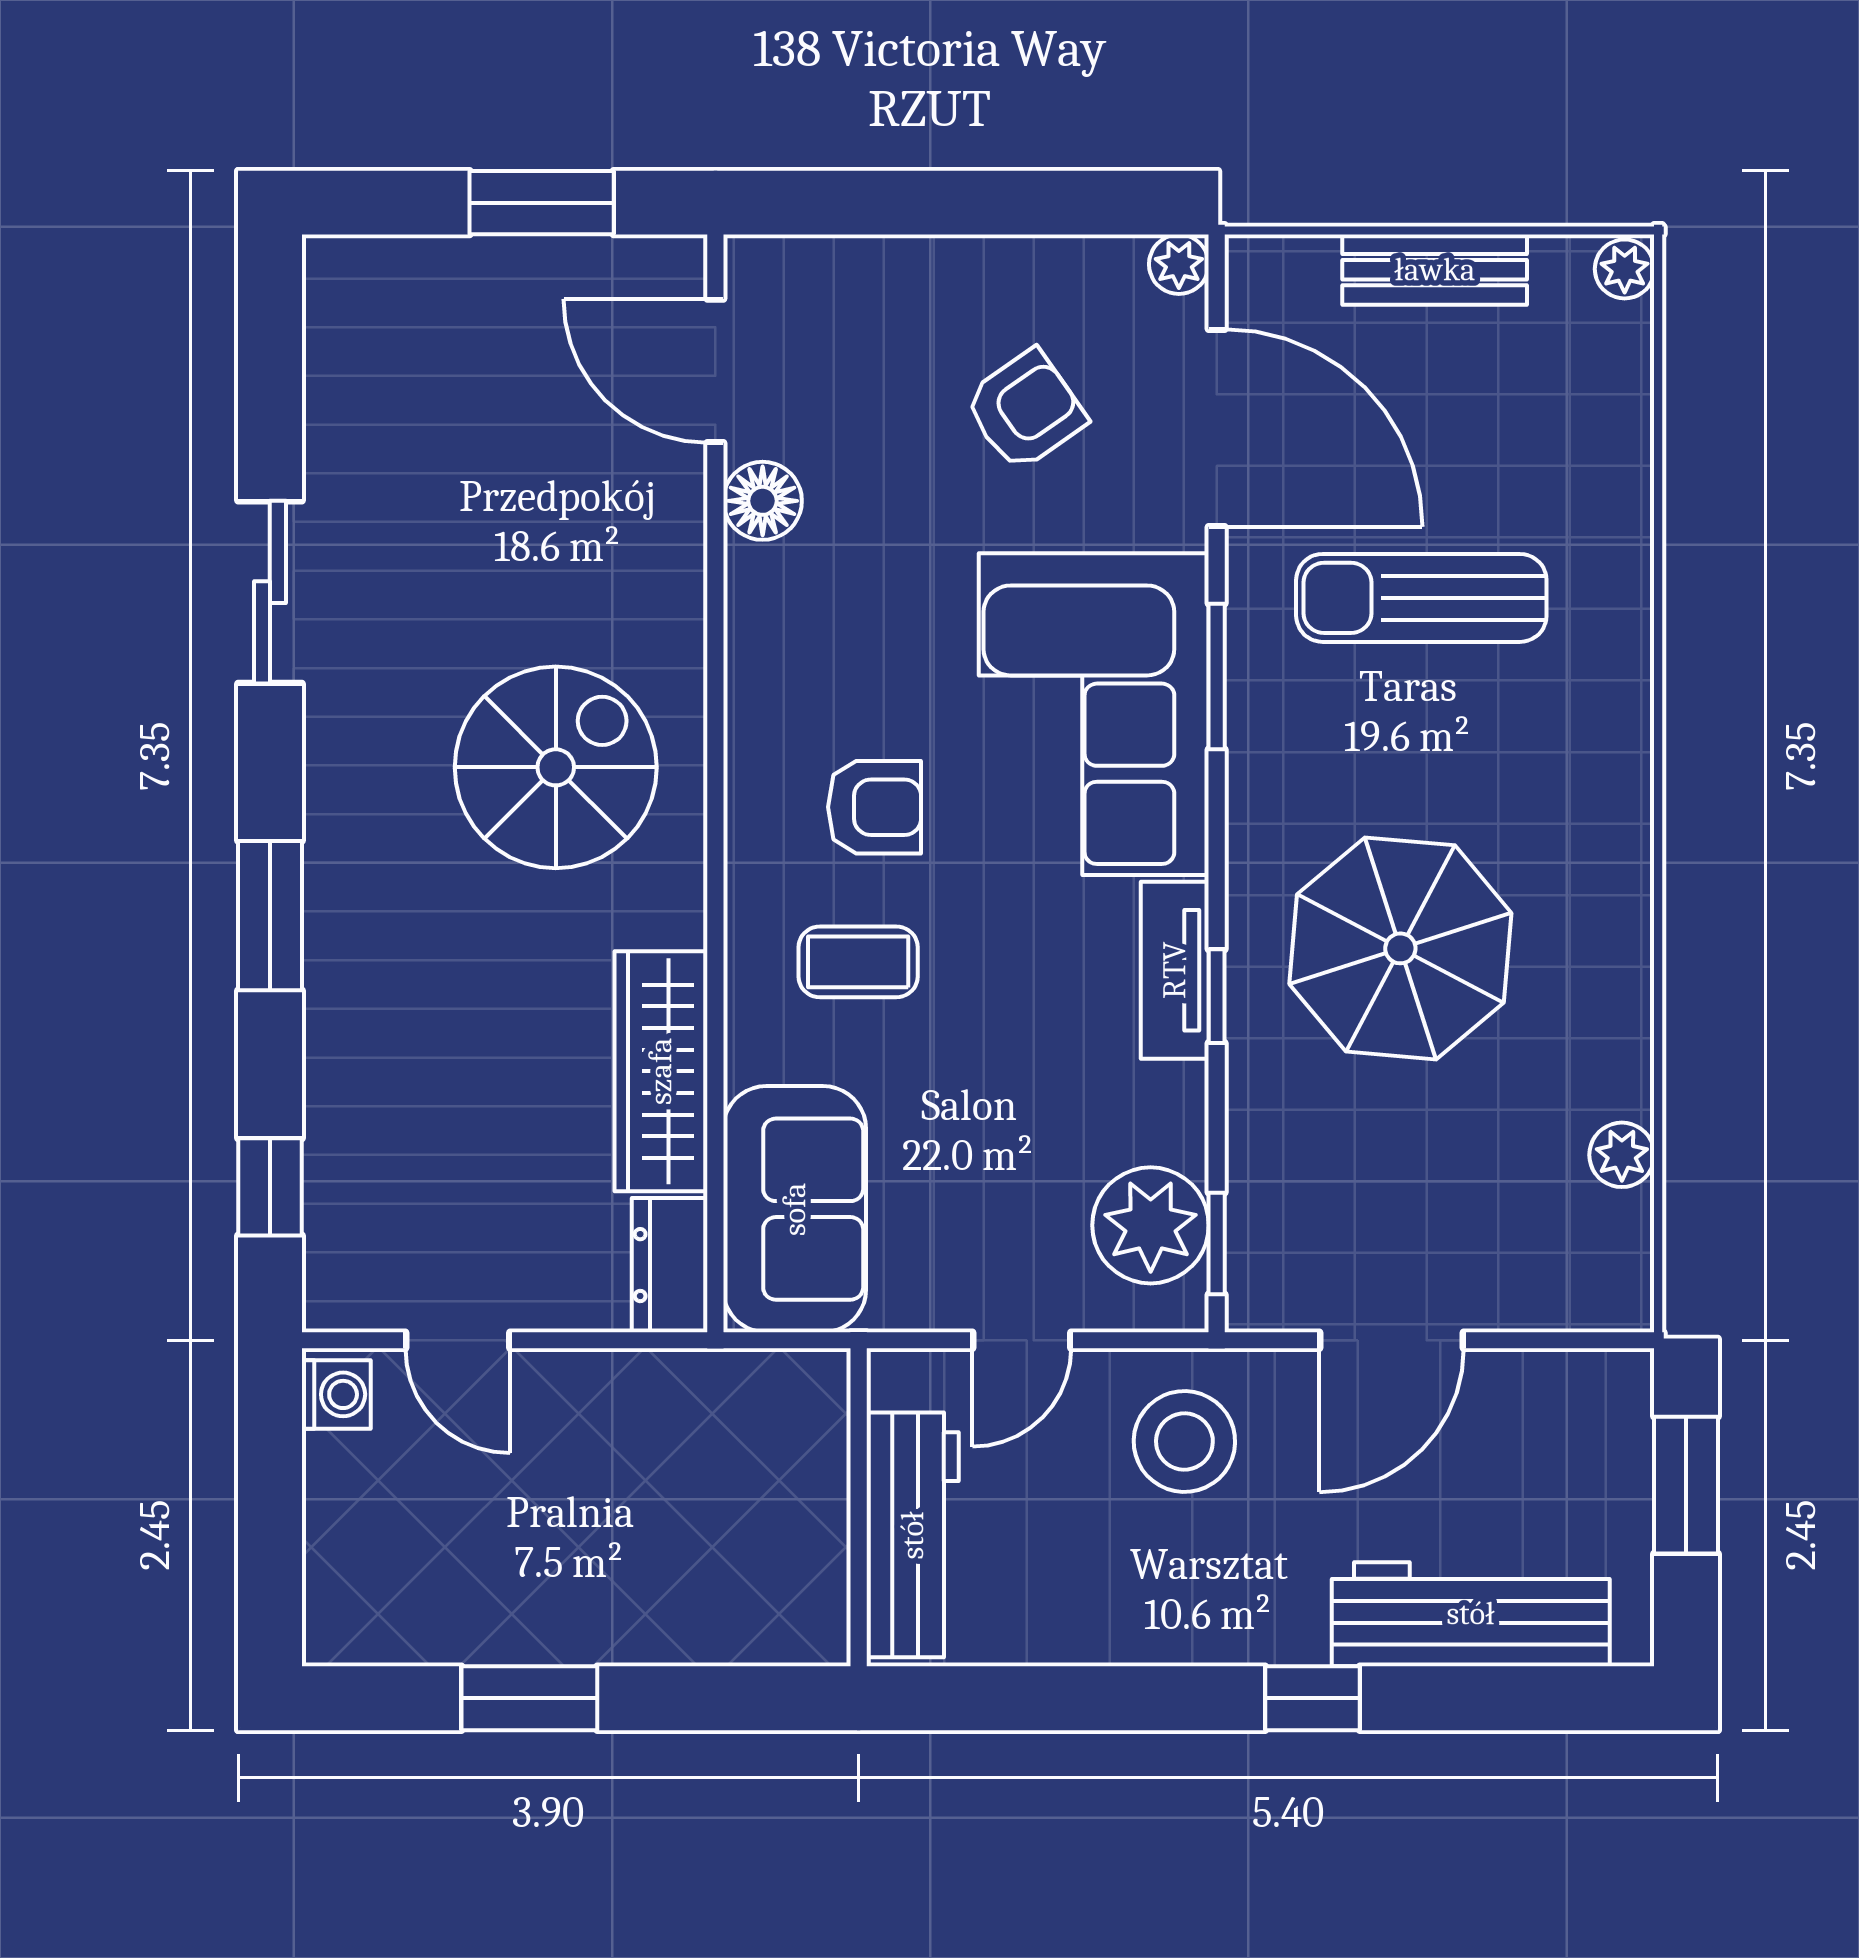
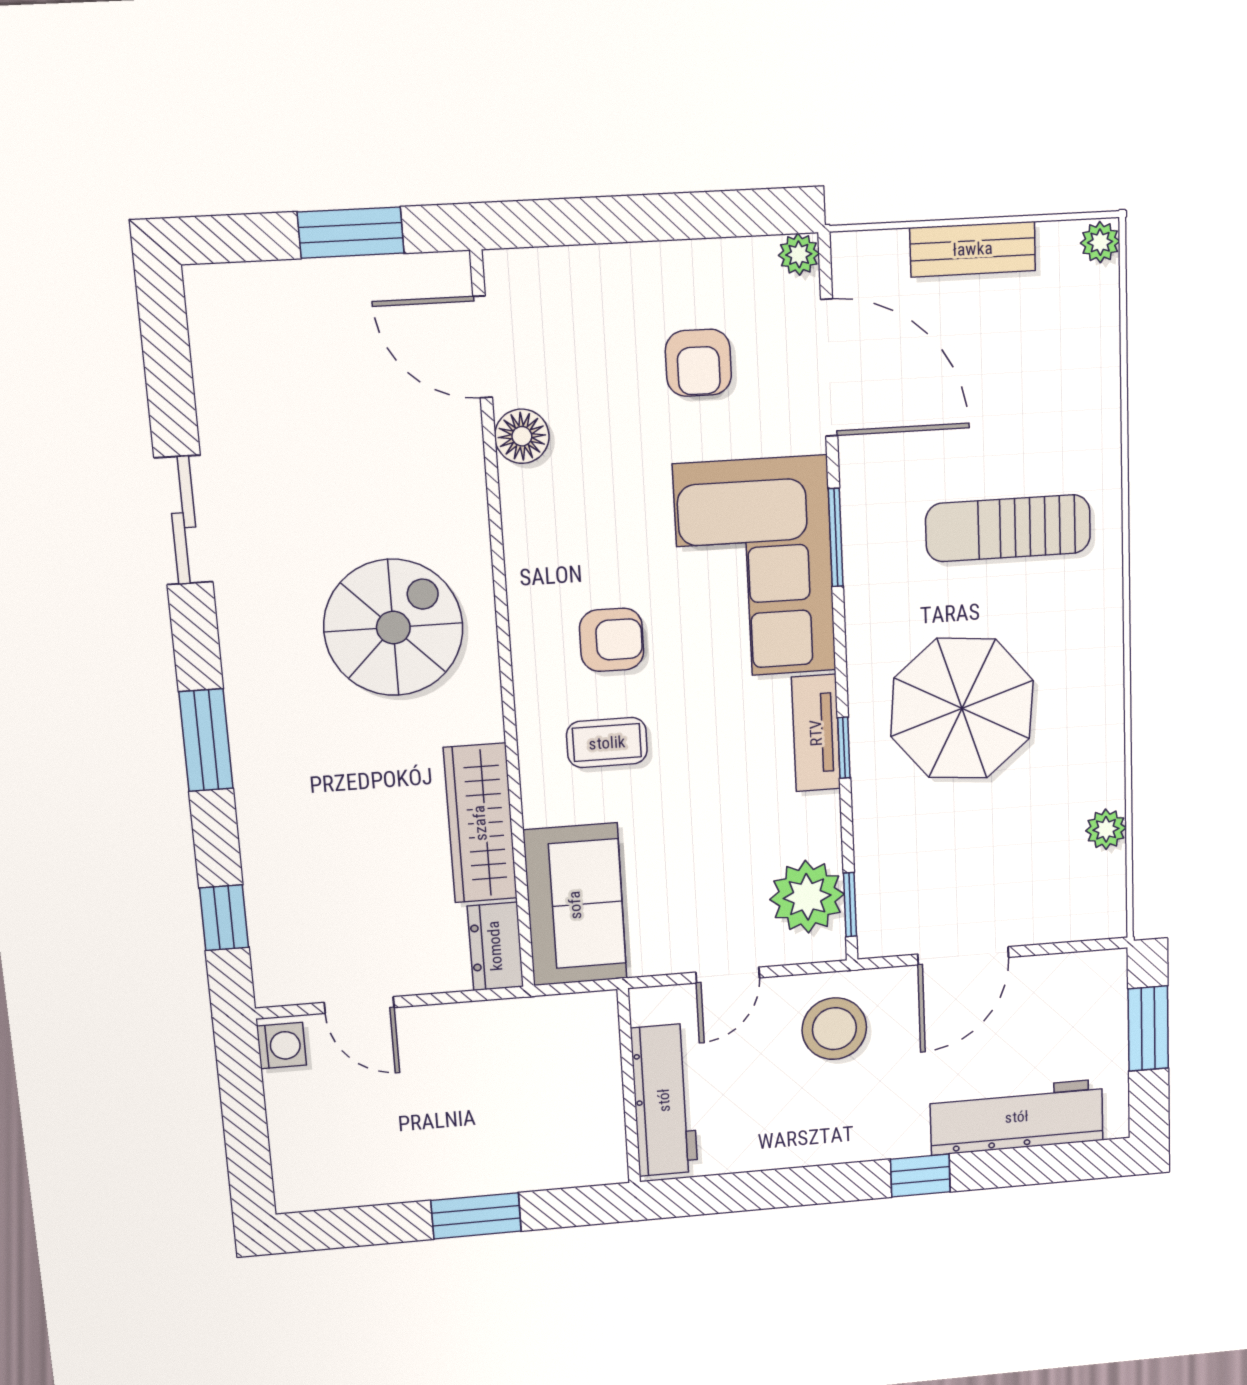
armchair: (1025, 410) -> (698, 363), turned 125
sun lounger: (1421, 598) -> (1008, 528), moved
window: (529, 1698) -> (476, 1216), moved

